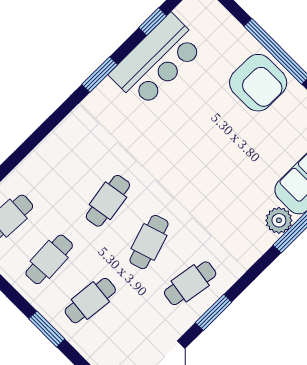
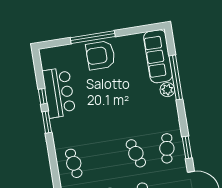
window: (153, 22) -> (43, 96), moved
armchair: (258, 83) -> (101, 55), turned 180
cafe table: (108, 201) -> (74, 163), moved

